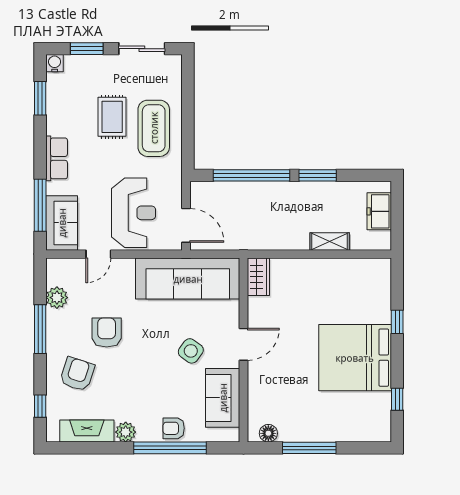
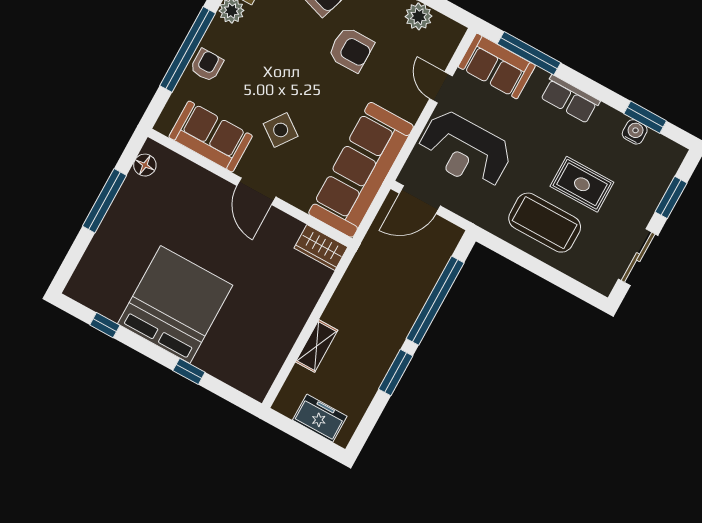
water cooler: (55, 63) -> (635, 132), moved, turned -90

